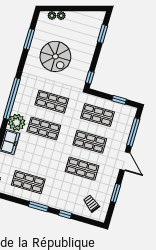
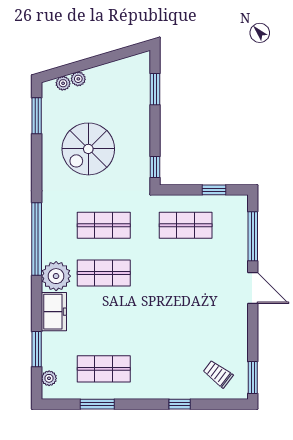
window: (29, 39) -> (37, 116), moved
spiral stairs: (55, 56) -> (88, 149), turned 90
shop shelf: (90, 142) -> (186, 273), removed
shop shelf: (82, 169) -> (186, 321), removed
window: (116, 193) -> (253, 377), moved
window: (38, 206) -> (97, 404), moved

